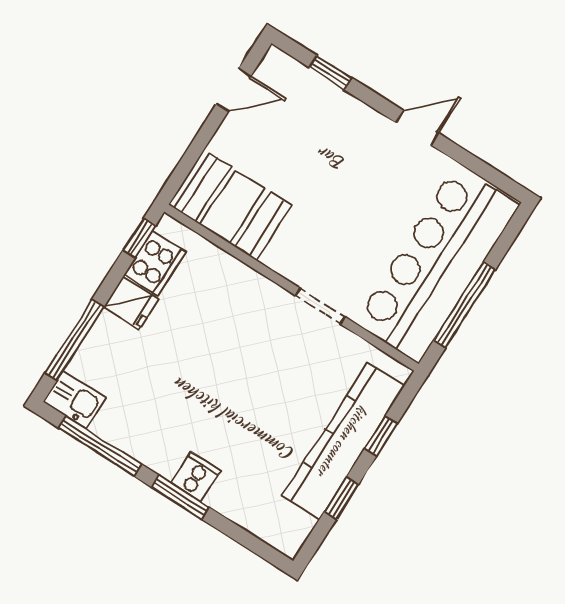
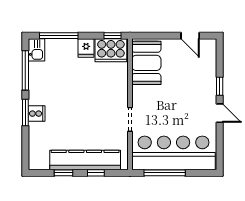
window: (331, 73) -> (220, 86), moved
cooker: (155, 263) -> (111, 50), width x1.37, depth x1.31

